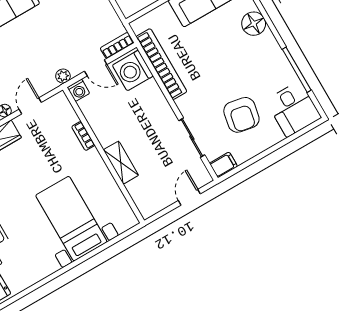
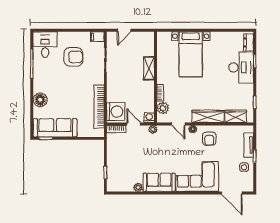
door: (30, 106) -> (178, 124), hinge flipped
armchair: (241, 115) -> (73, 57), turned 79
plant: (66, 116) -> (163, 108), added

